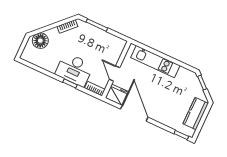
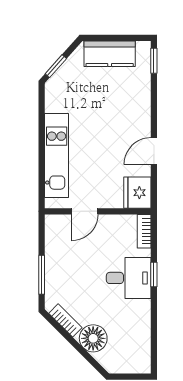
floor lamp: (40, 41) -> (93, 338), moved
desk: (74, 70) -> (129, 278), width x0.73
door: (115, 74) -> (85, 211), moved
door: (134, 113) -> (154, 151), width x0.53

